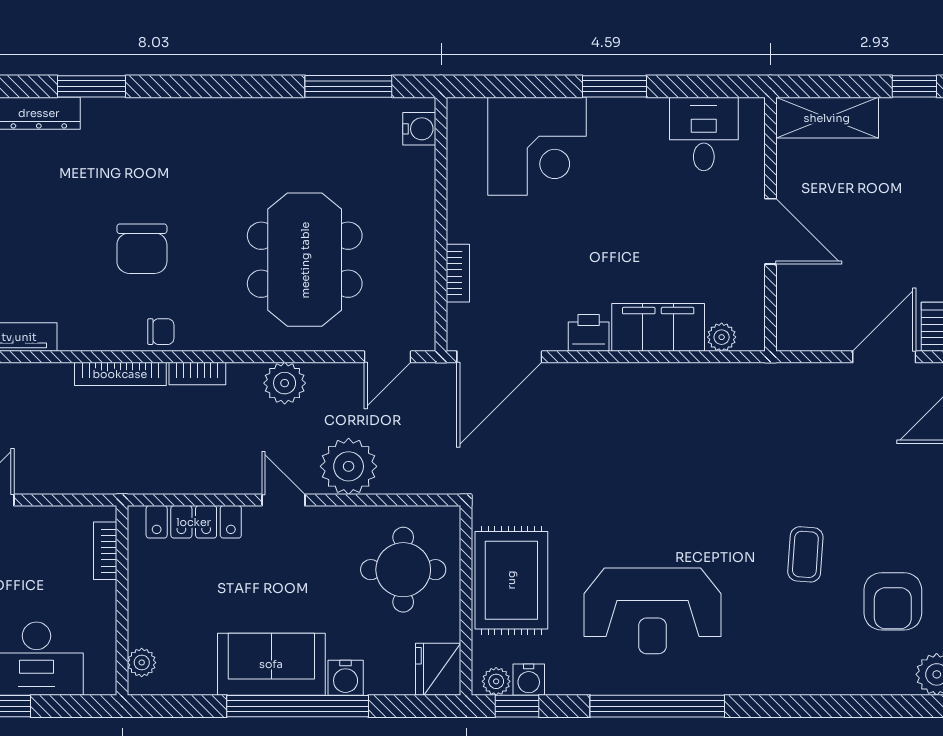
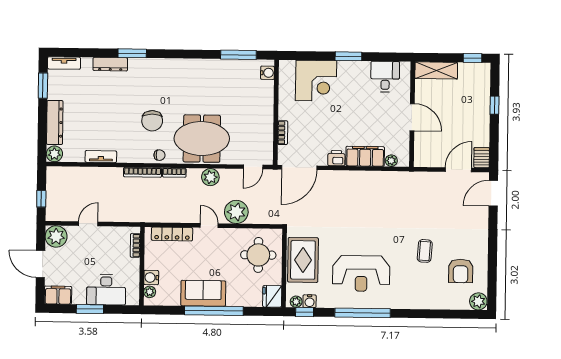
meeting table: (305, 260) -> (202, 139), moved, turned 90
water cooler: (346, 678) -> (151, 278), moved, turned 90

